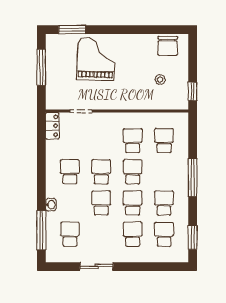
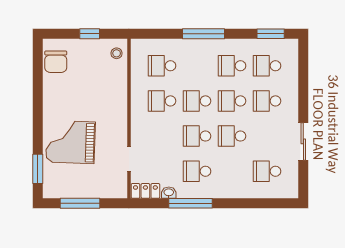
chair: (168, 46) -> (56, 62), turned 90
stool: (160, 80) -> (117, 53), moved
window: (193, 91) -> (90, 34), moved
washbasin: (51, 205) -> (169, 193), moved
window: (41, 230) -> (190, 203), moved

